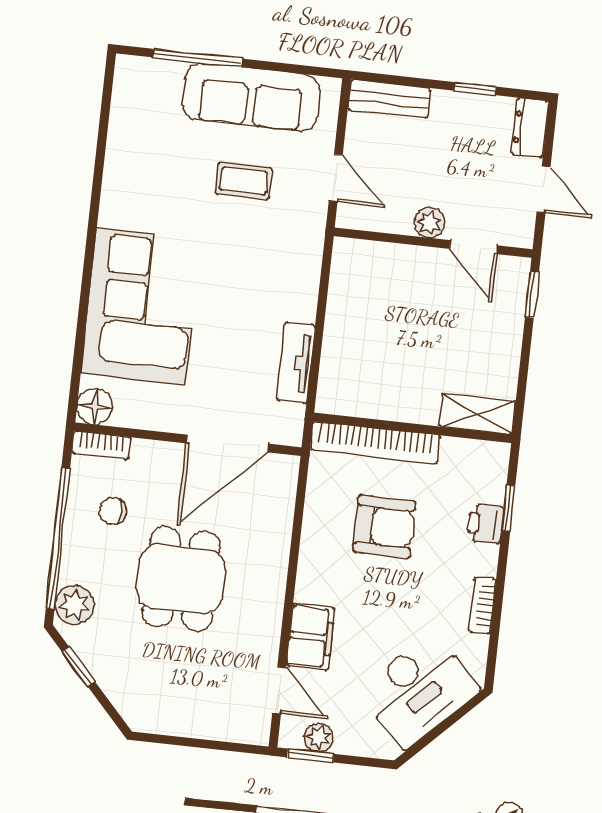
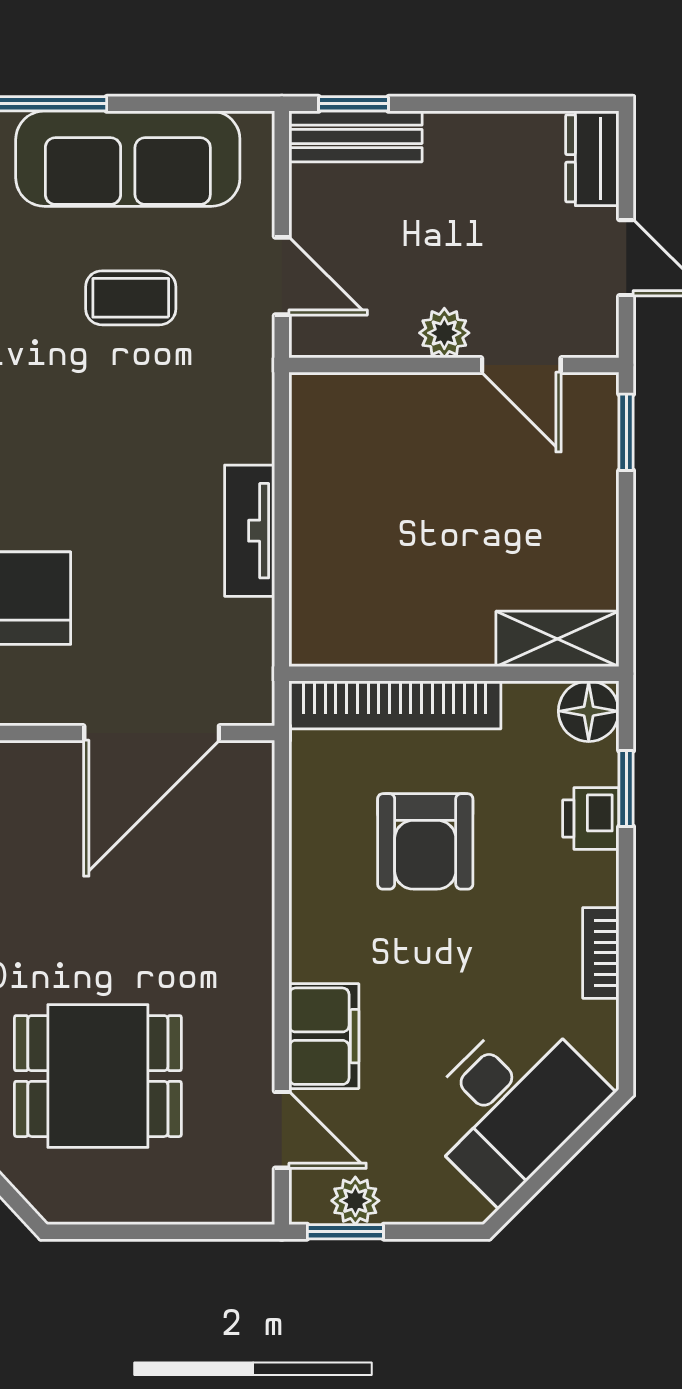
window: (475, 89) -> (354, 104), moved
tv unit: (296, 363) -> (250, 531), moved
floor lamp: (491, 459) -> (589, 711), added
armchair: (384, 527) -> (425, 841), turned 90
dining table: (181, 579) -> (98, 1076), moved, turned 90

